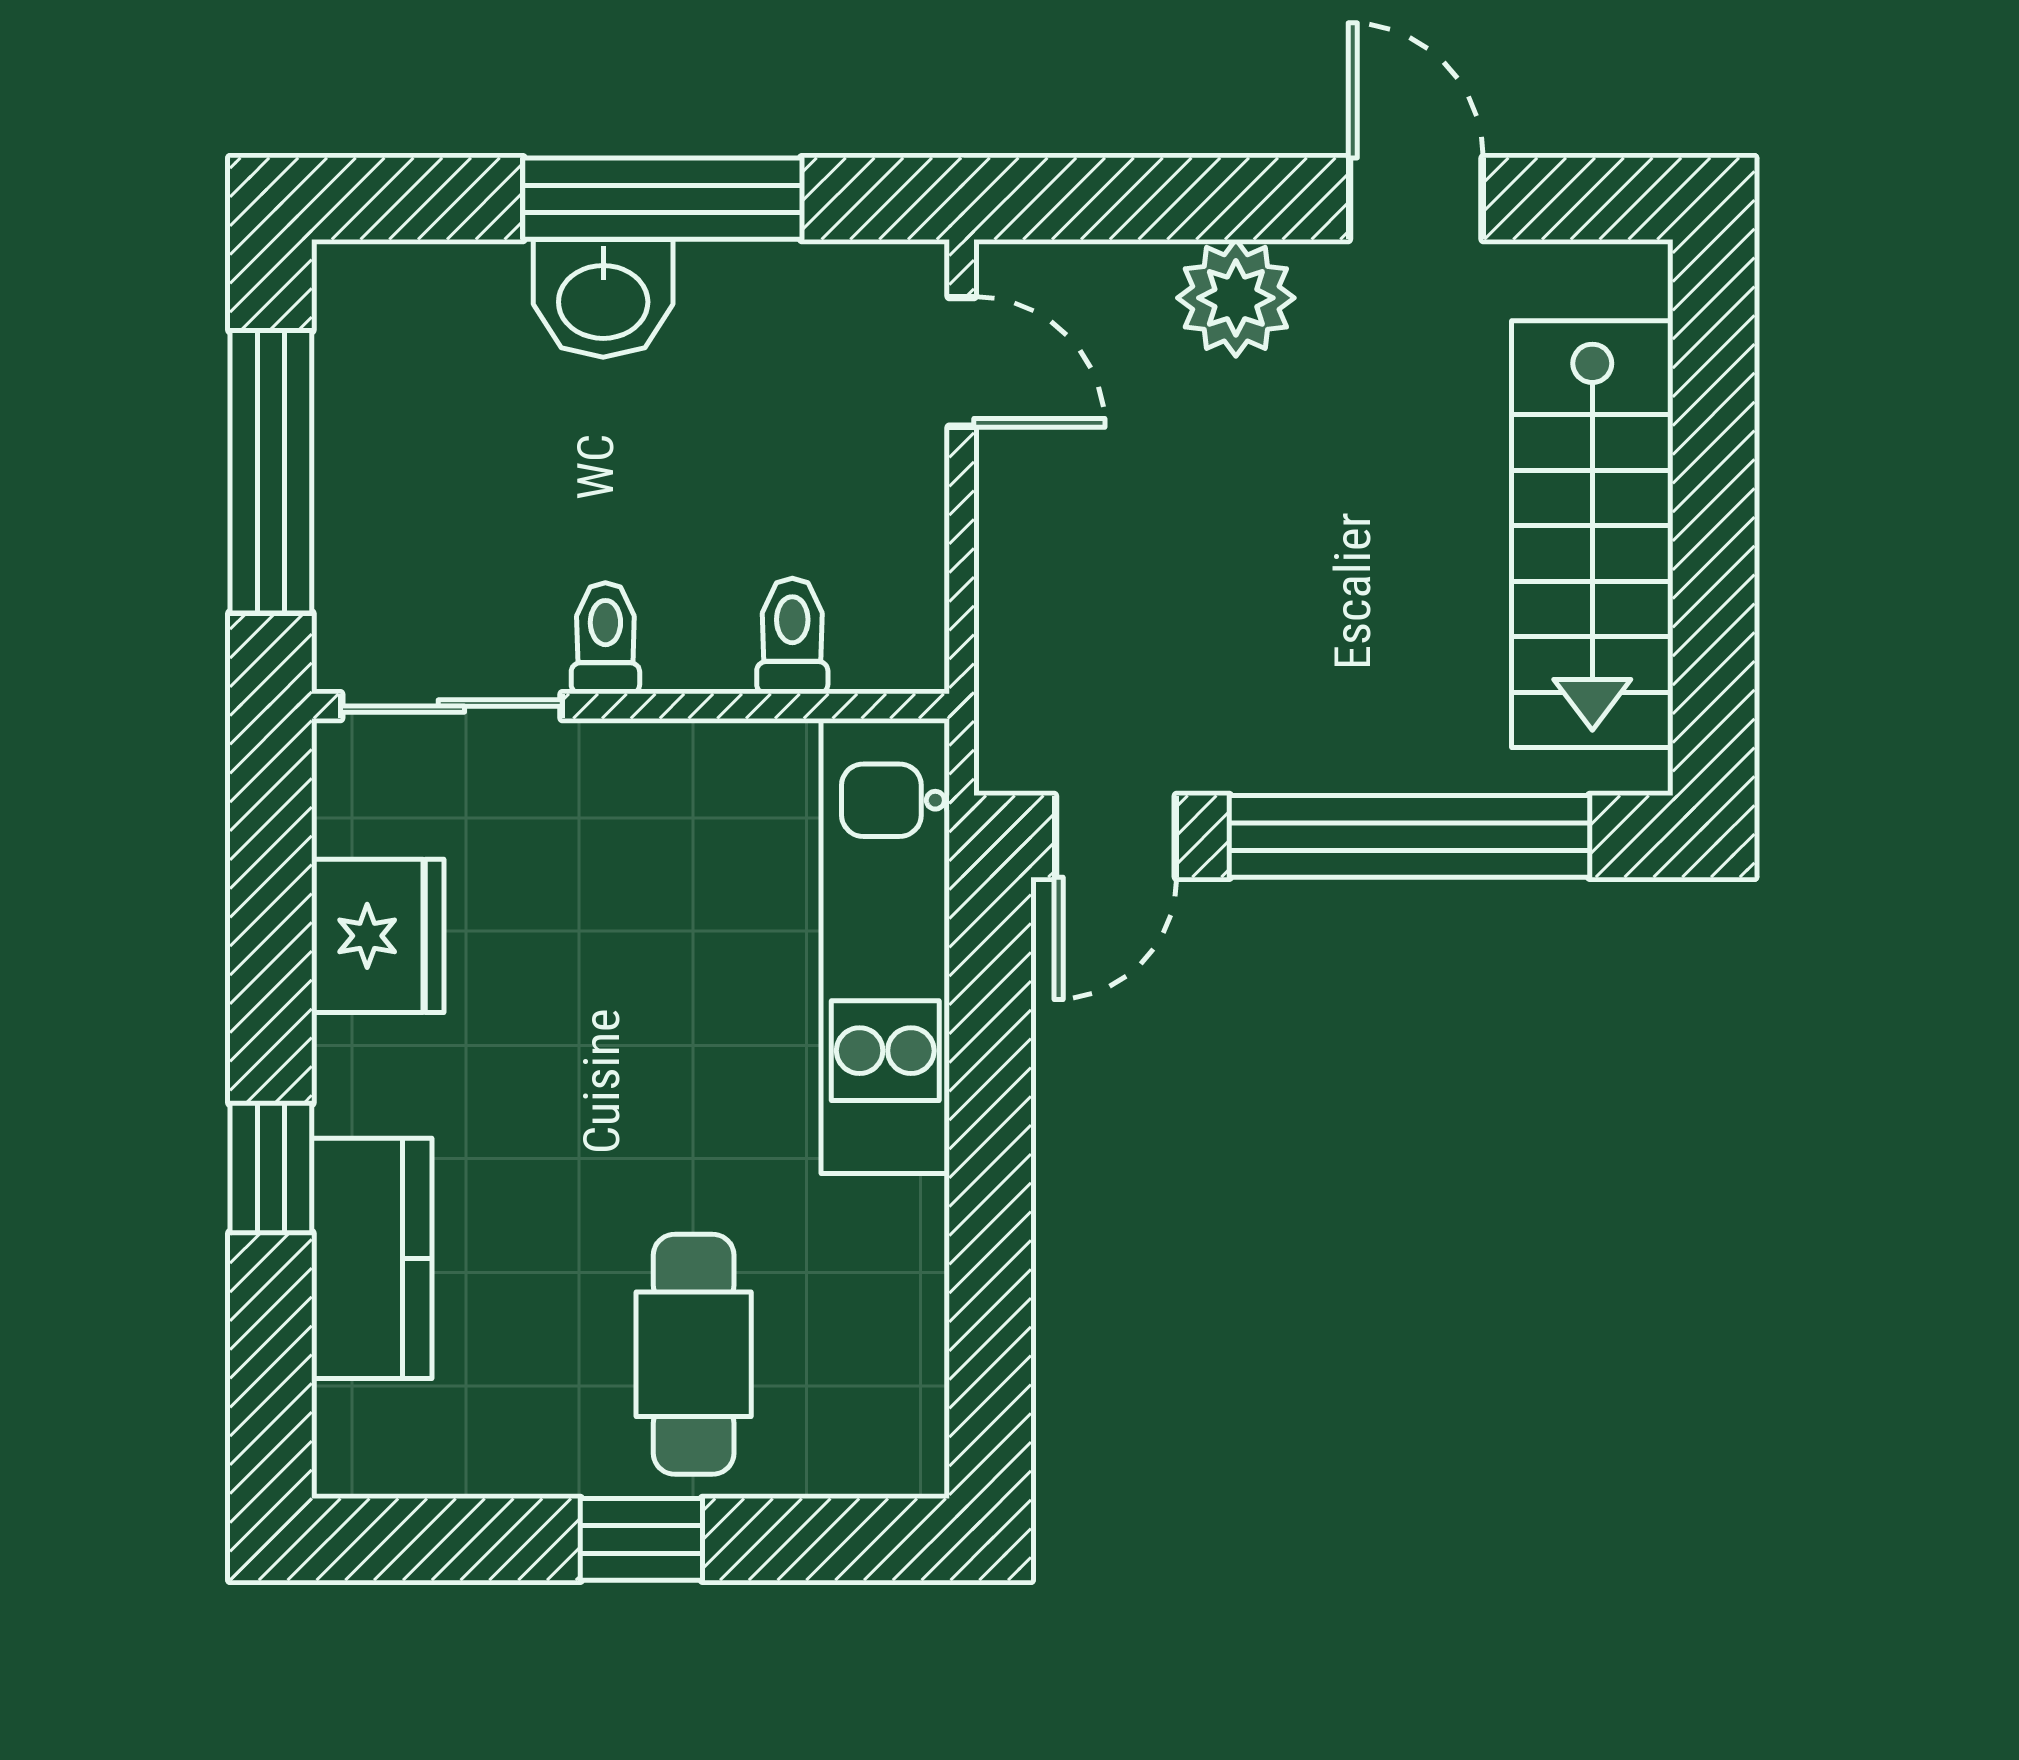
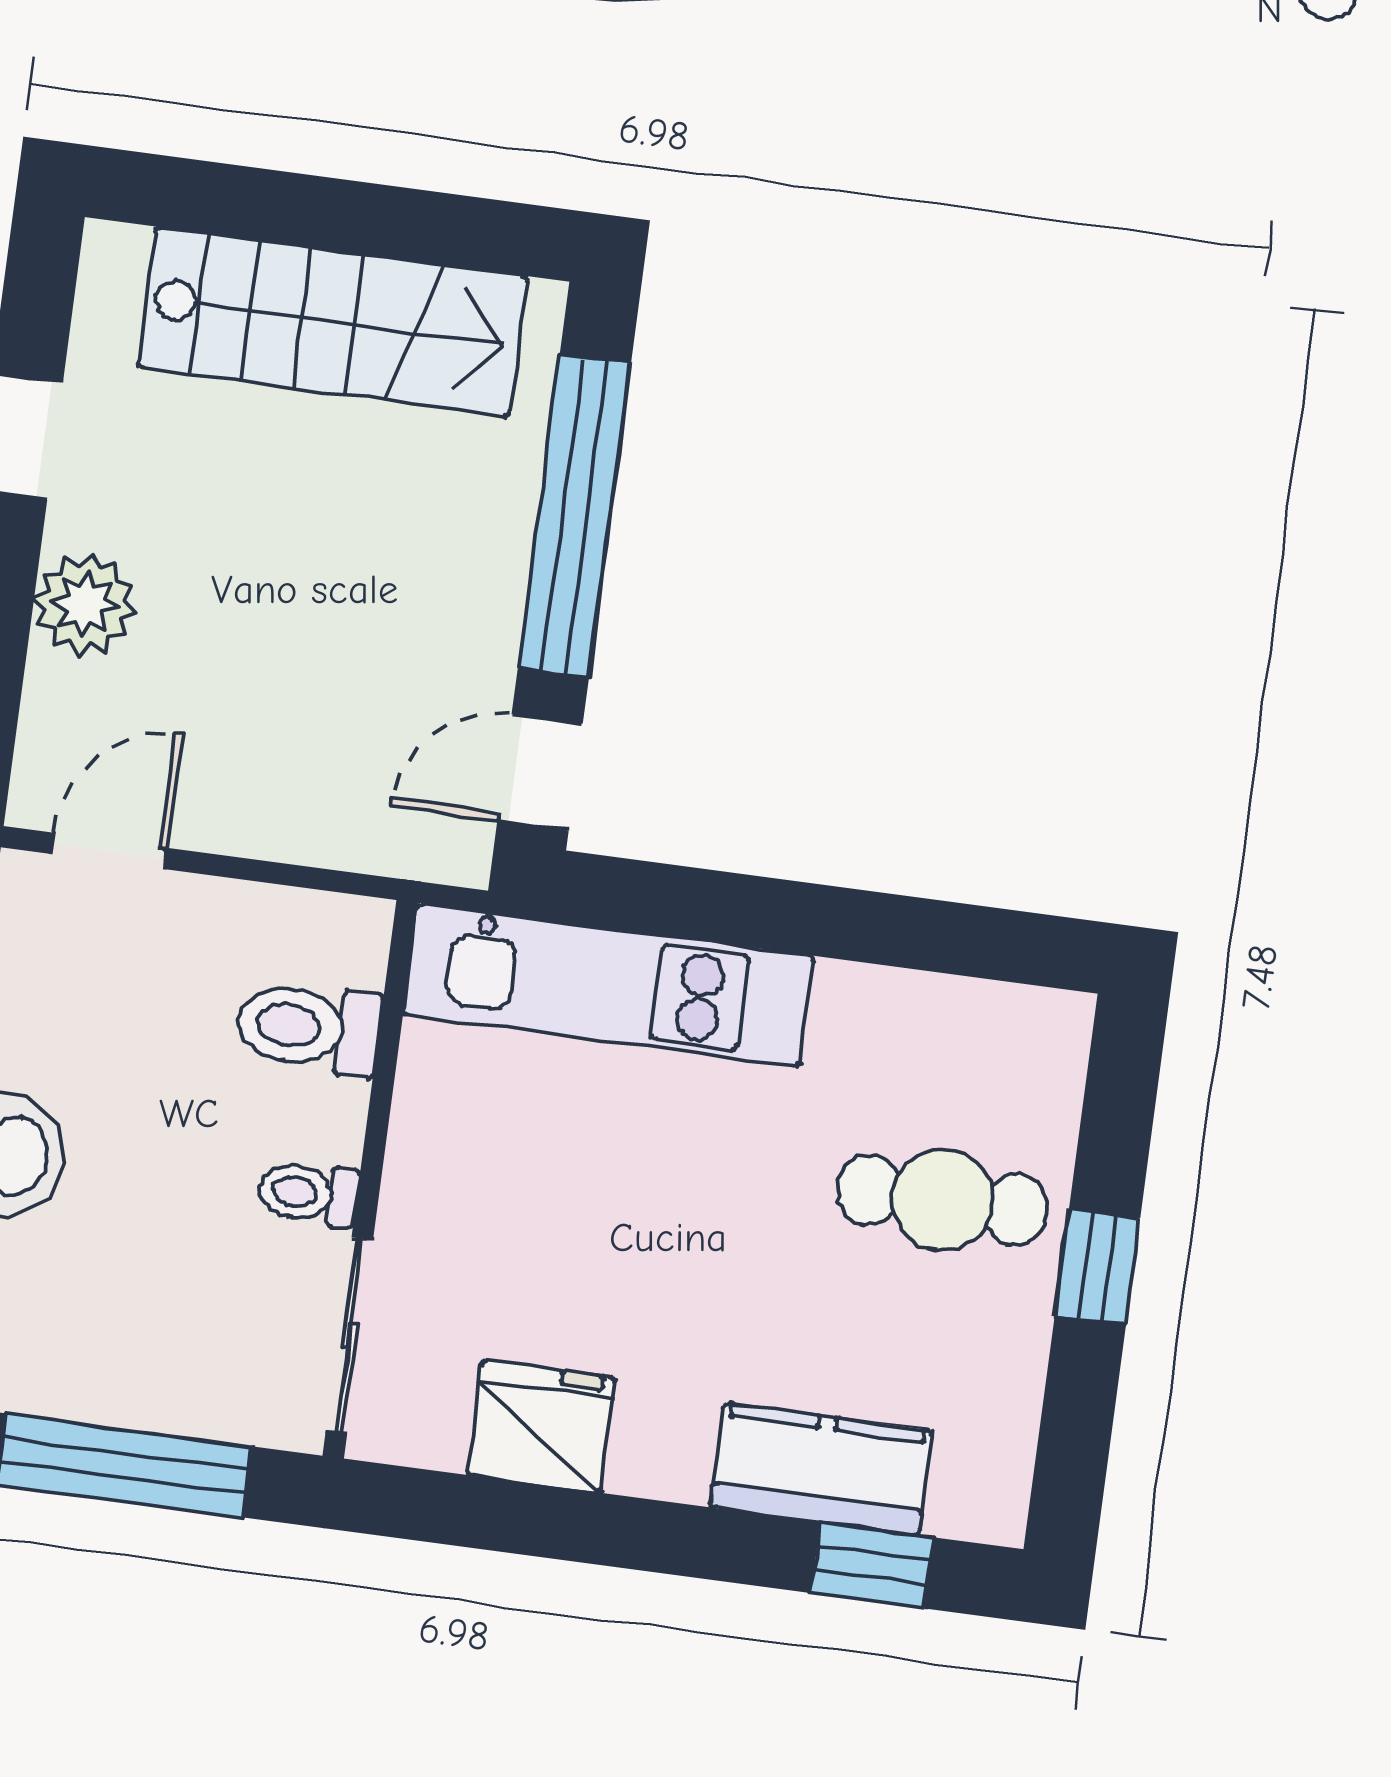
toilet: (792, 636) -> (308, 1028), width x1.37, depth x1.39
door: (1115, 836) -> (540, 772), swing flipped
window: (271, 1168) -> (872, 1565), moved

